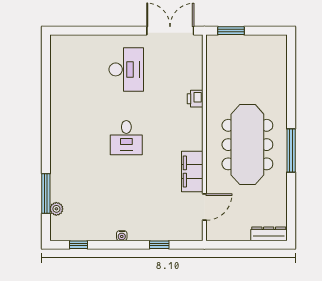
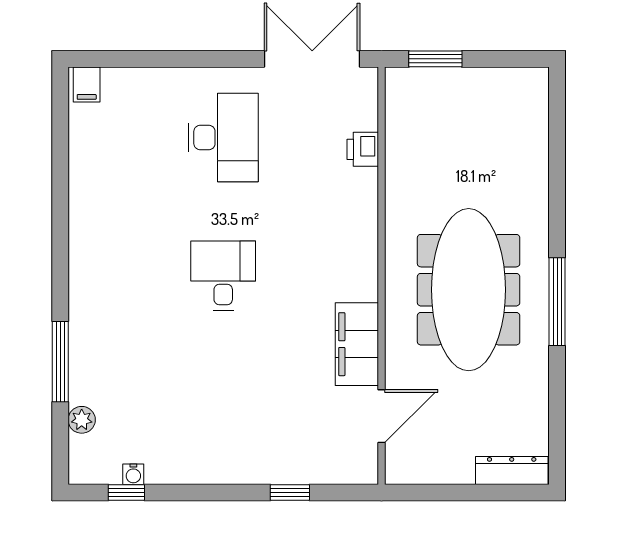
filing cabinet: (59, 43) -> (87, 85), added
printer: (195, 99) -> (363, 149), moved
desk: (126, 138) -> (223, 276), turned 180
window: (46, 194) -> (60, 362), moved
water cooler: (122, 236) -> (133, 474), moved

